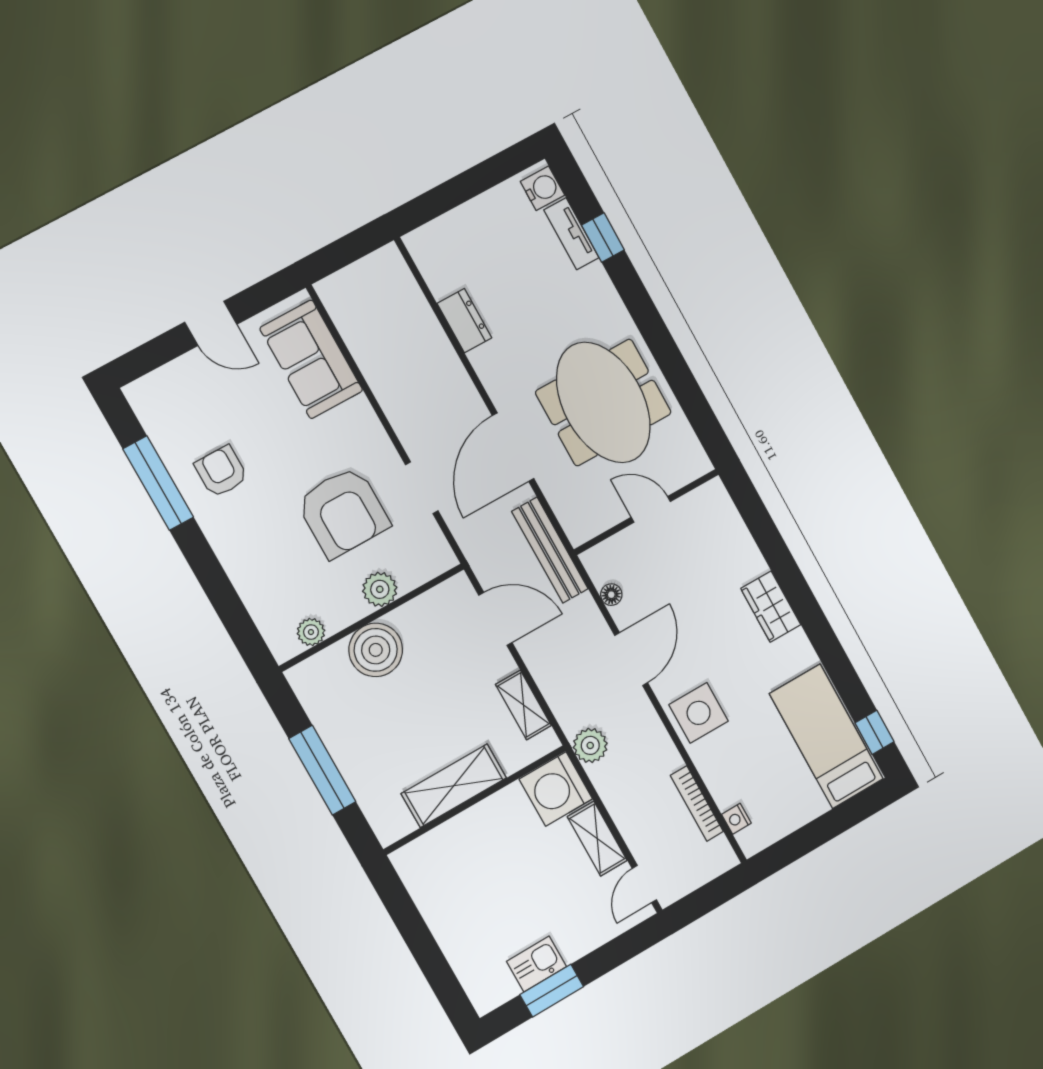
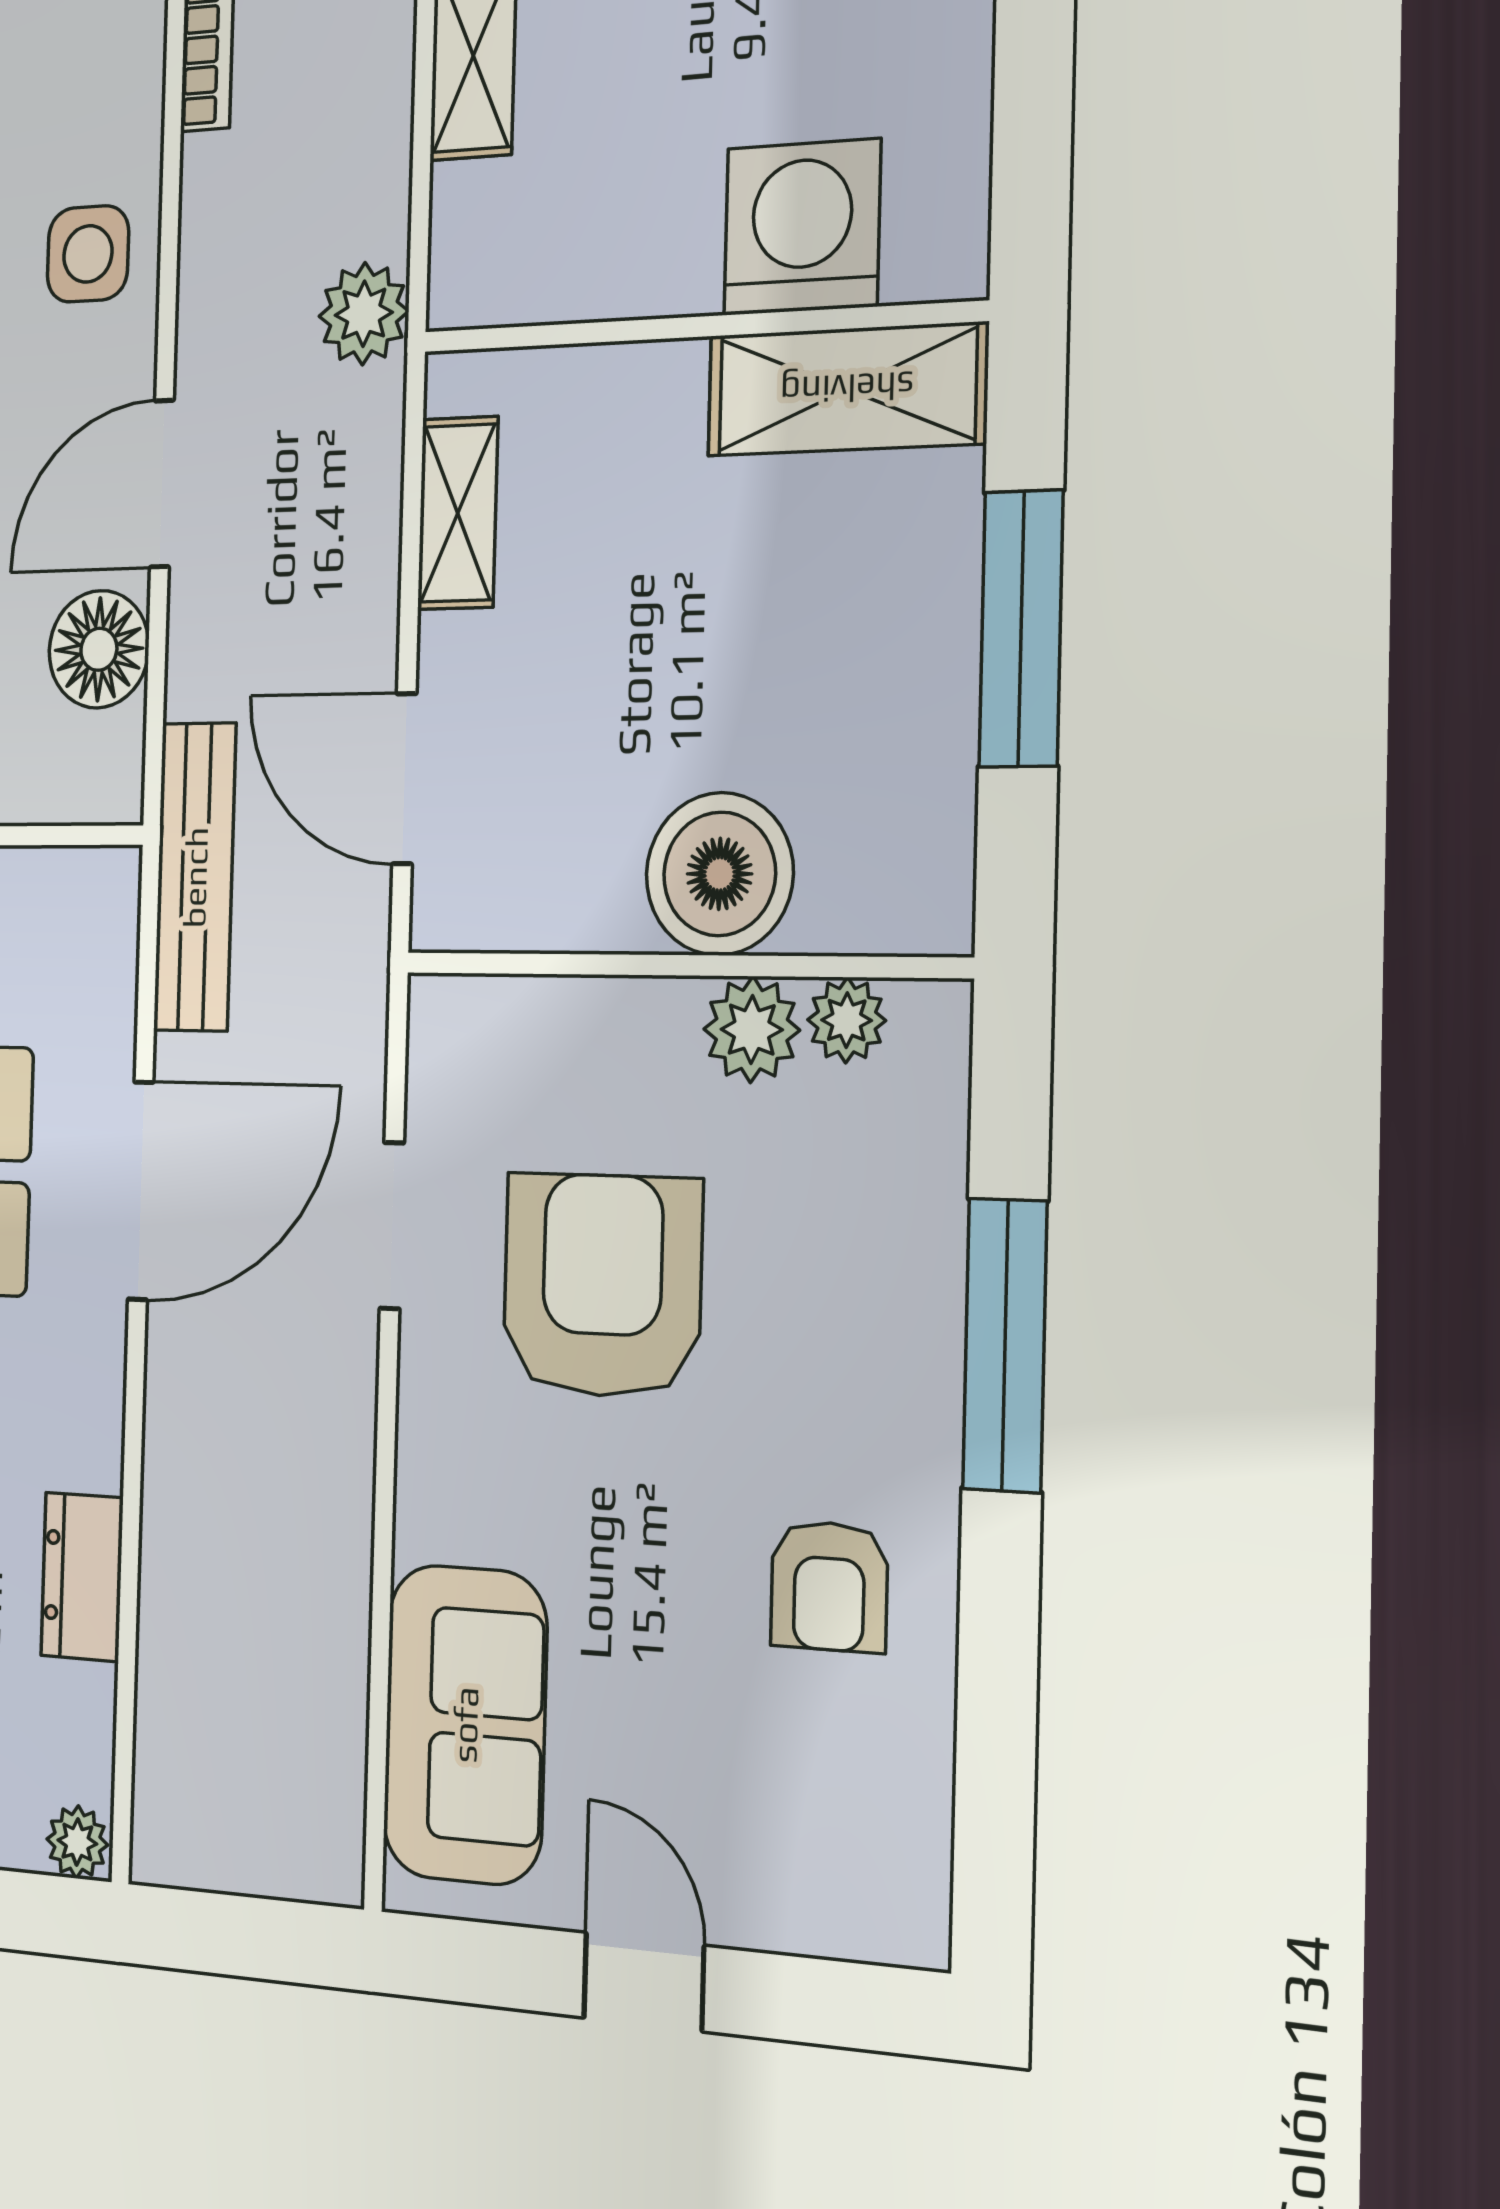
plant: (419, 241) -> (77, 1842), added
window: (158, 483) -> (1005, 1345), moved
plant: (380, 589) -> (752, 1030), moved
floor lamp: (611, 595) -> (99, 649), width x1.89, depth x1.89
side table: (699, 713) -> (88, 254), width x0.73, depth x0.73
shelving: (454, 786) -> (847, 389), moved
washing machine: (556, 789) -> (802, 227), moved, turned -90

